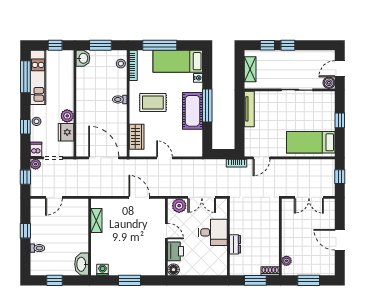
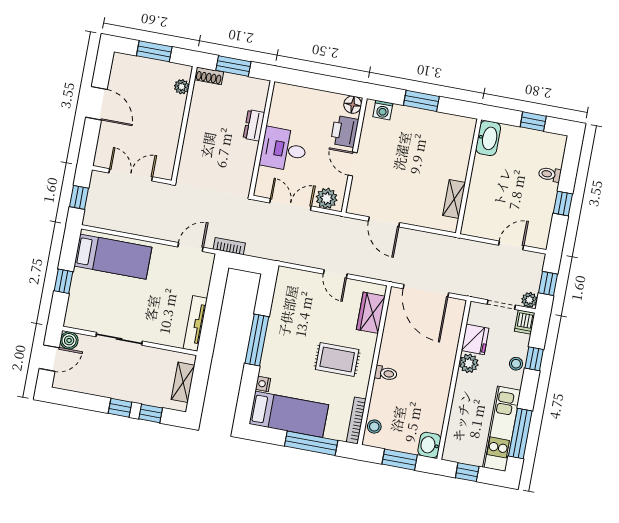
cot: (193, 111) -> (280, 336), removed
washing machine: (103, 270) -> (383, 110), moved

